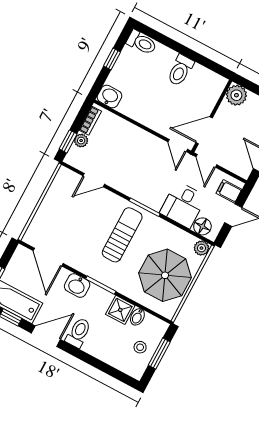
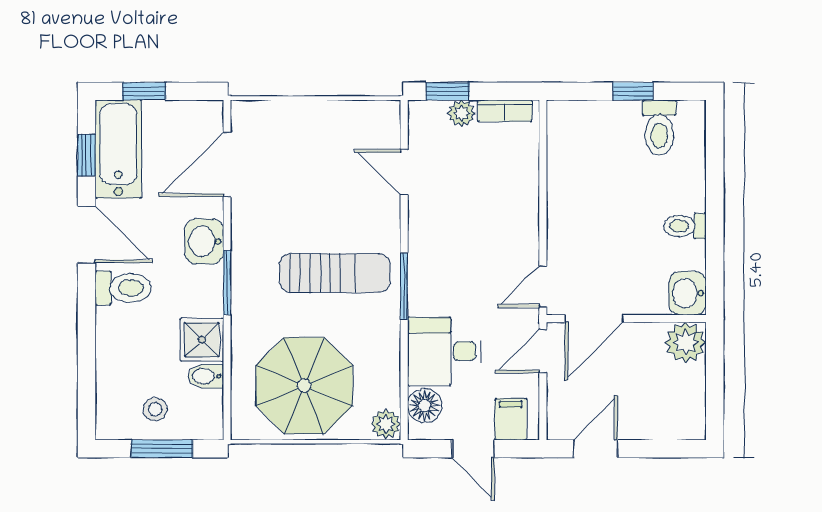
toilet: (142, 43) -> (659, 128), moved
toilet: (180, 70) -> (685, 226), width x0.73, depth x0.72
washbasin: (109, 97) -> (687, 293), moved, turned 180
door: (204, 130) -> (594, 319), swing flipped

